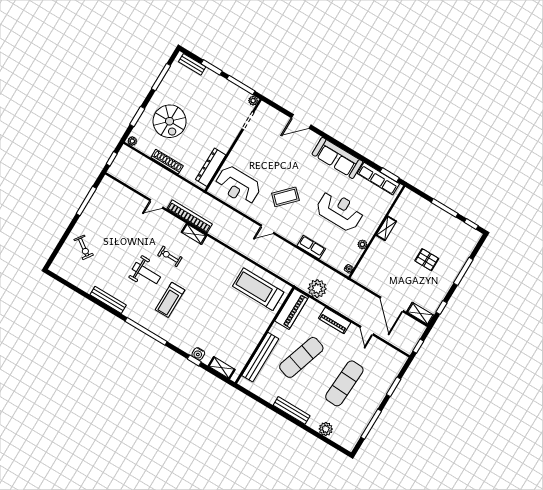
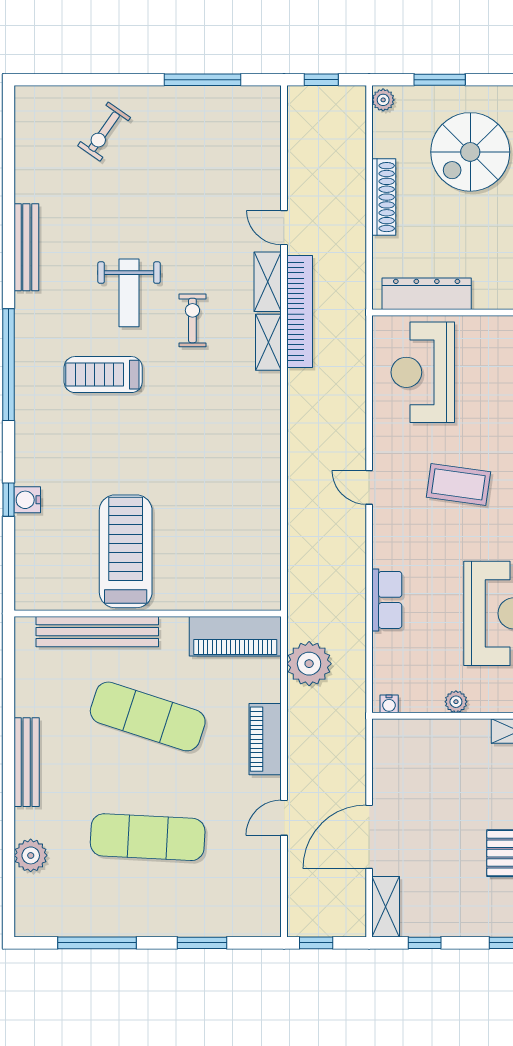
coffee table: (285, 197) -> (458, 484), turned -36
treadmill: (258, 289) -> (126, 551), moved
shelving: (222, 368) -> (268, 282), moved

